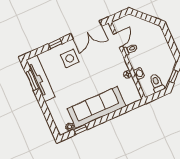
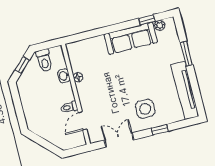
double door: (86, 30) -> (119, 140), width x0.73
window: (32, 80) -> (186, 54), moved
sofa: (97, 107) -> (131, 38), width x0.74, depth x0.79

